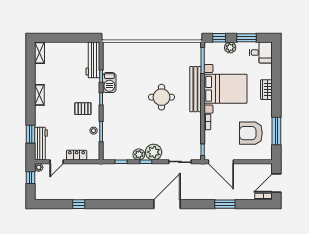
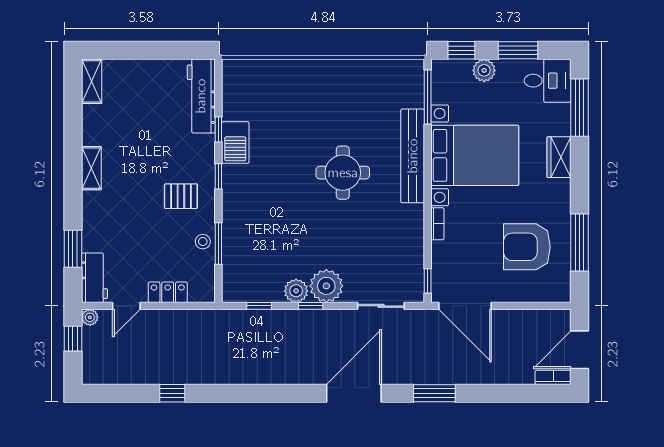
window: (276, 66) -> (580, 108), added
workbench: (41, 144) -> (94, 278), width x0.73
window: (225, 204) -> (434, 393), moved

